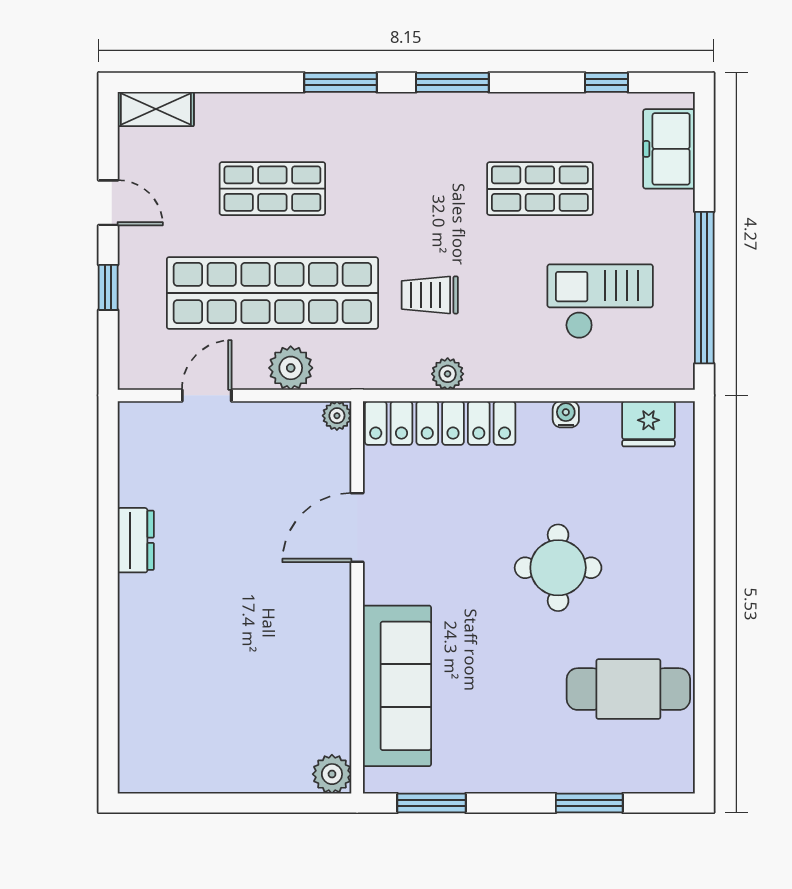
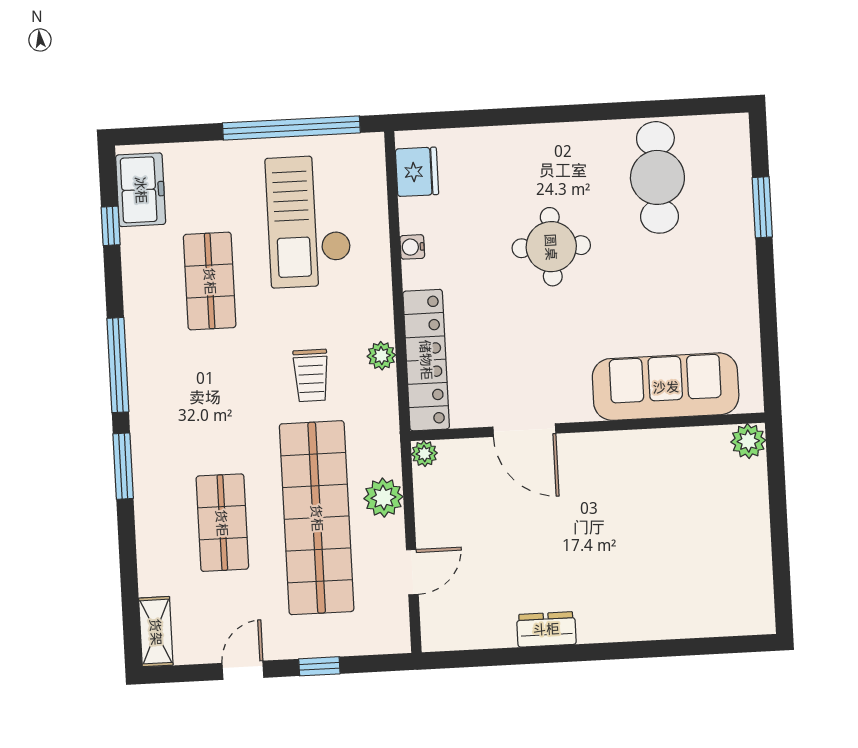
window: (452, 82) -> (118, 365), width x1.44
freezer: (669, 149) -> (141, 190), moved, turned -90
checkout: (600, 301) -> (309, 221), width x1.36, depth x1.21
door: (207, 395) -> (412, 572), swing flipped
window: (431, 803) -> (770, 350), removed

